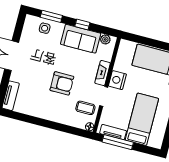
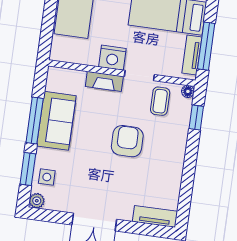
window: (82, 24) -> (35, 121), width x2.17
plant: (105, 39) -> (37, 201), moved
window: (72, 130) -> (196, 118), added

